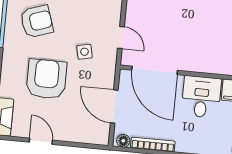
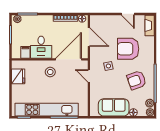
stool: (189, 51) -> (50, 72), added
door: (155, 70) -> (69, 59), hinge flipped
armchair: (46, 79) -> (128, 49), turned 90

